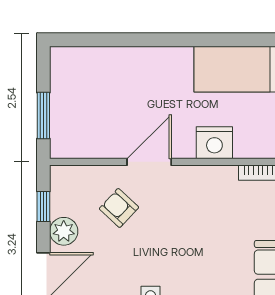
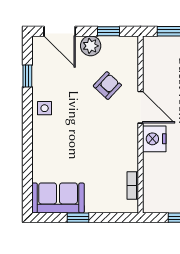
nightstand: (214, 143) -> (154, 139), moved

